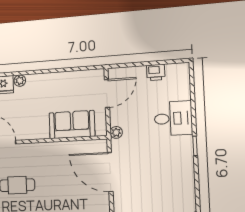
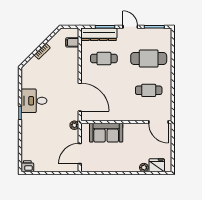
printer: (156, 72) -> (27, 166), moved
desk: (173, 118) -> (34, 101), moved

